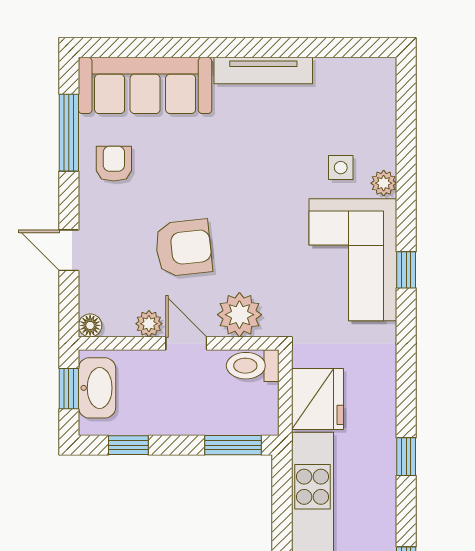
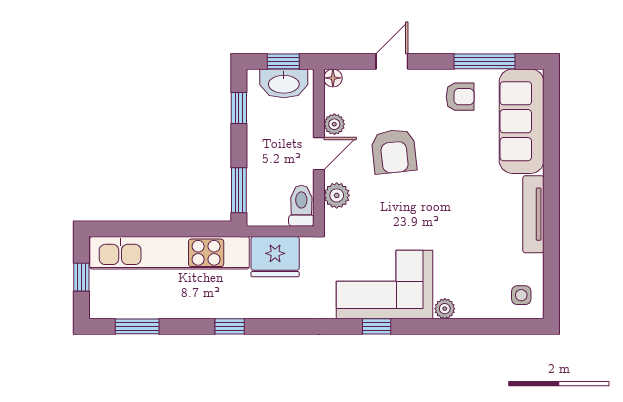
side table: (341, 168) -> (521, 295), moved
plant: (239, 315) -> (337, 195), width x0.73, depth x0.73

